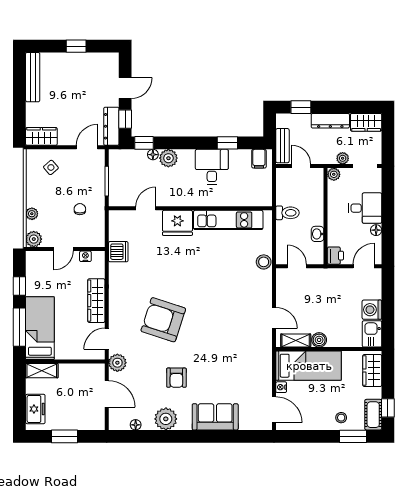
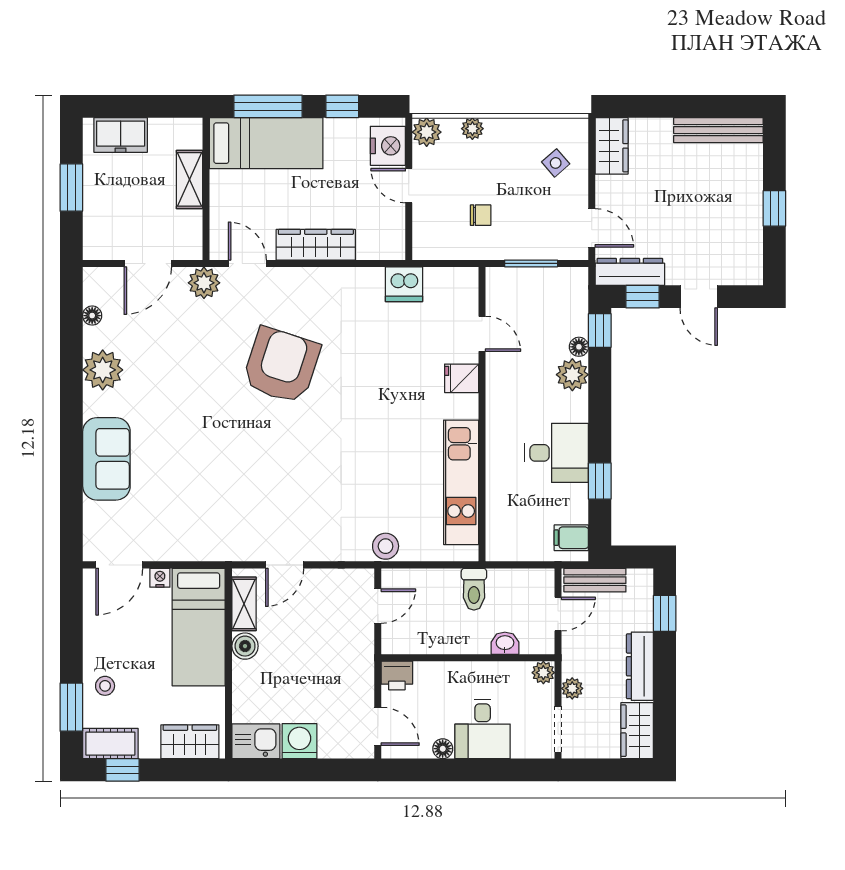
fridge: (177, 223) -> (462, 378), width x0.53, depth x0.75
washbasin: (318, 234) -> (505, 643), moved
nightstand: (85, 256) -> (388, 146), moved, width x1.89, depth x1.79
shelving: (42, 371) -> (190, 179), moved
armchair: (176, 378) -> (177, 389), removed

